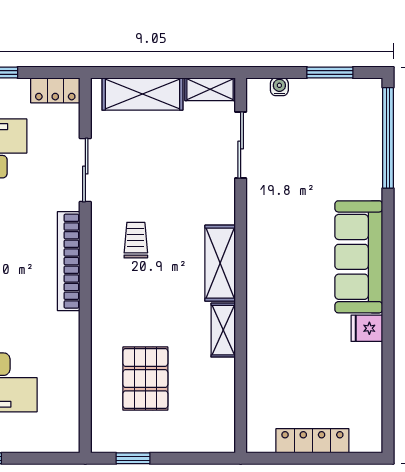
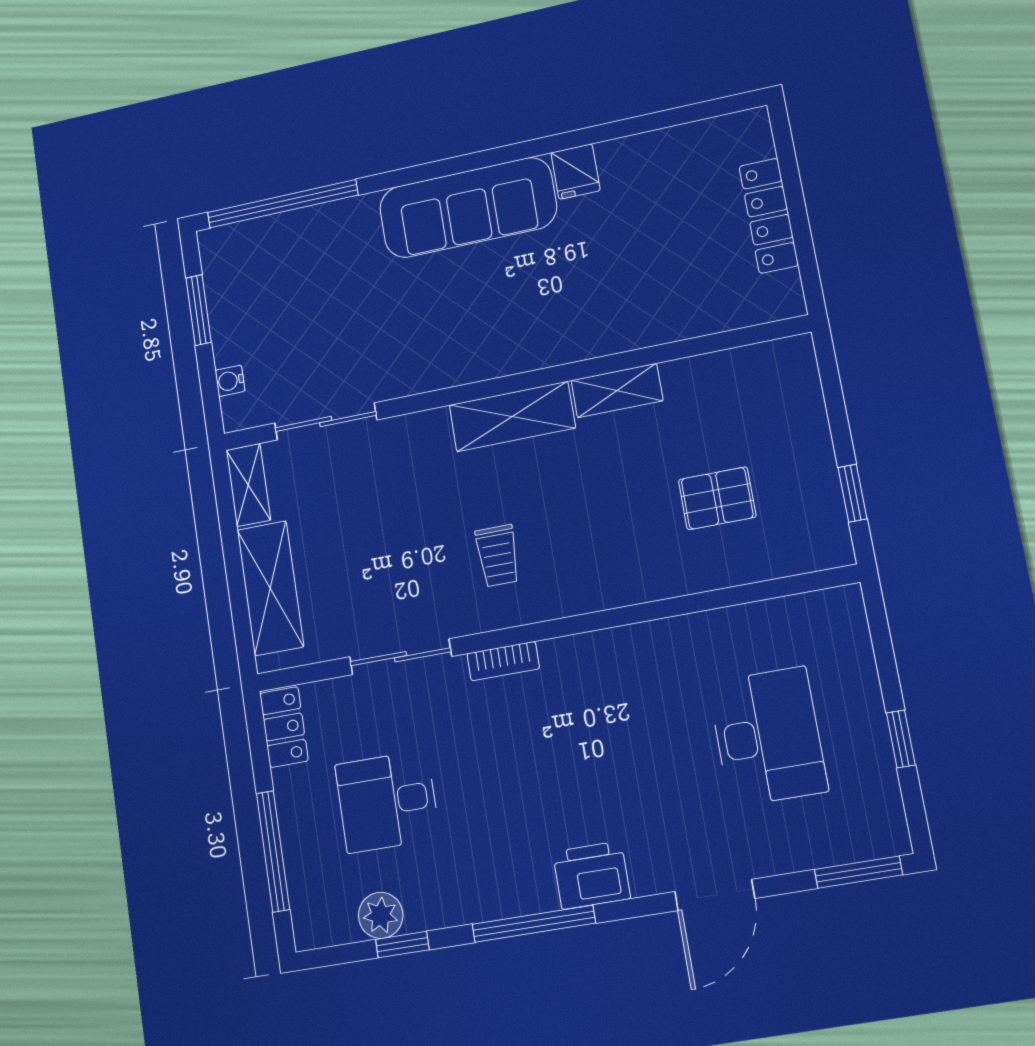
trolley: (136, 240) -> (498, 556), turned -90
bookcase: (69, 261) -> (503, 661), width x0.43, depth x0.76
pallet: (145, 379) -> (717, 498), width x0.67, depth x0.71

